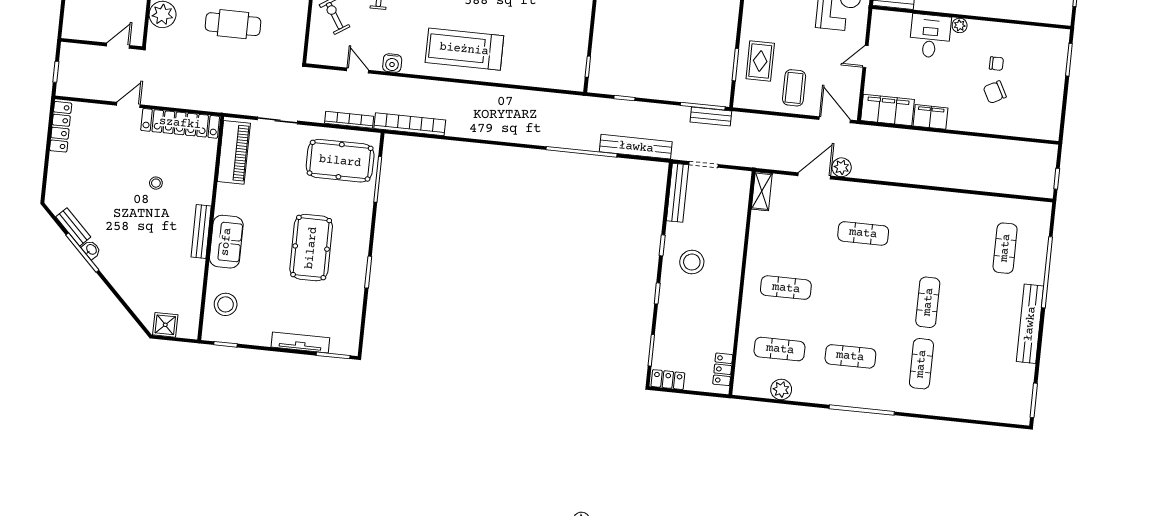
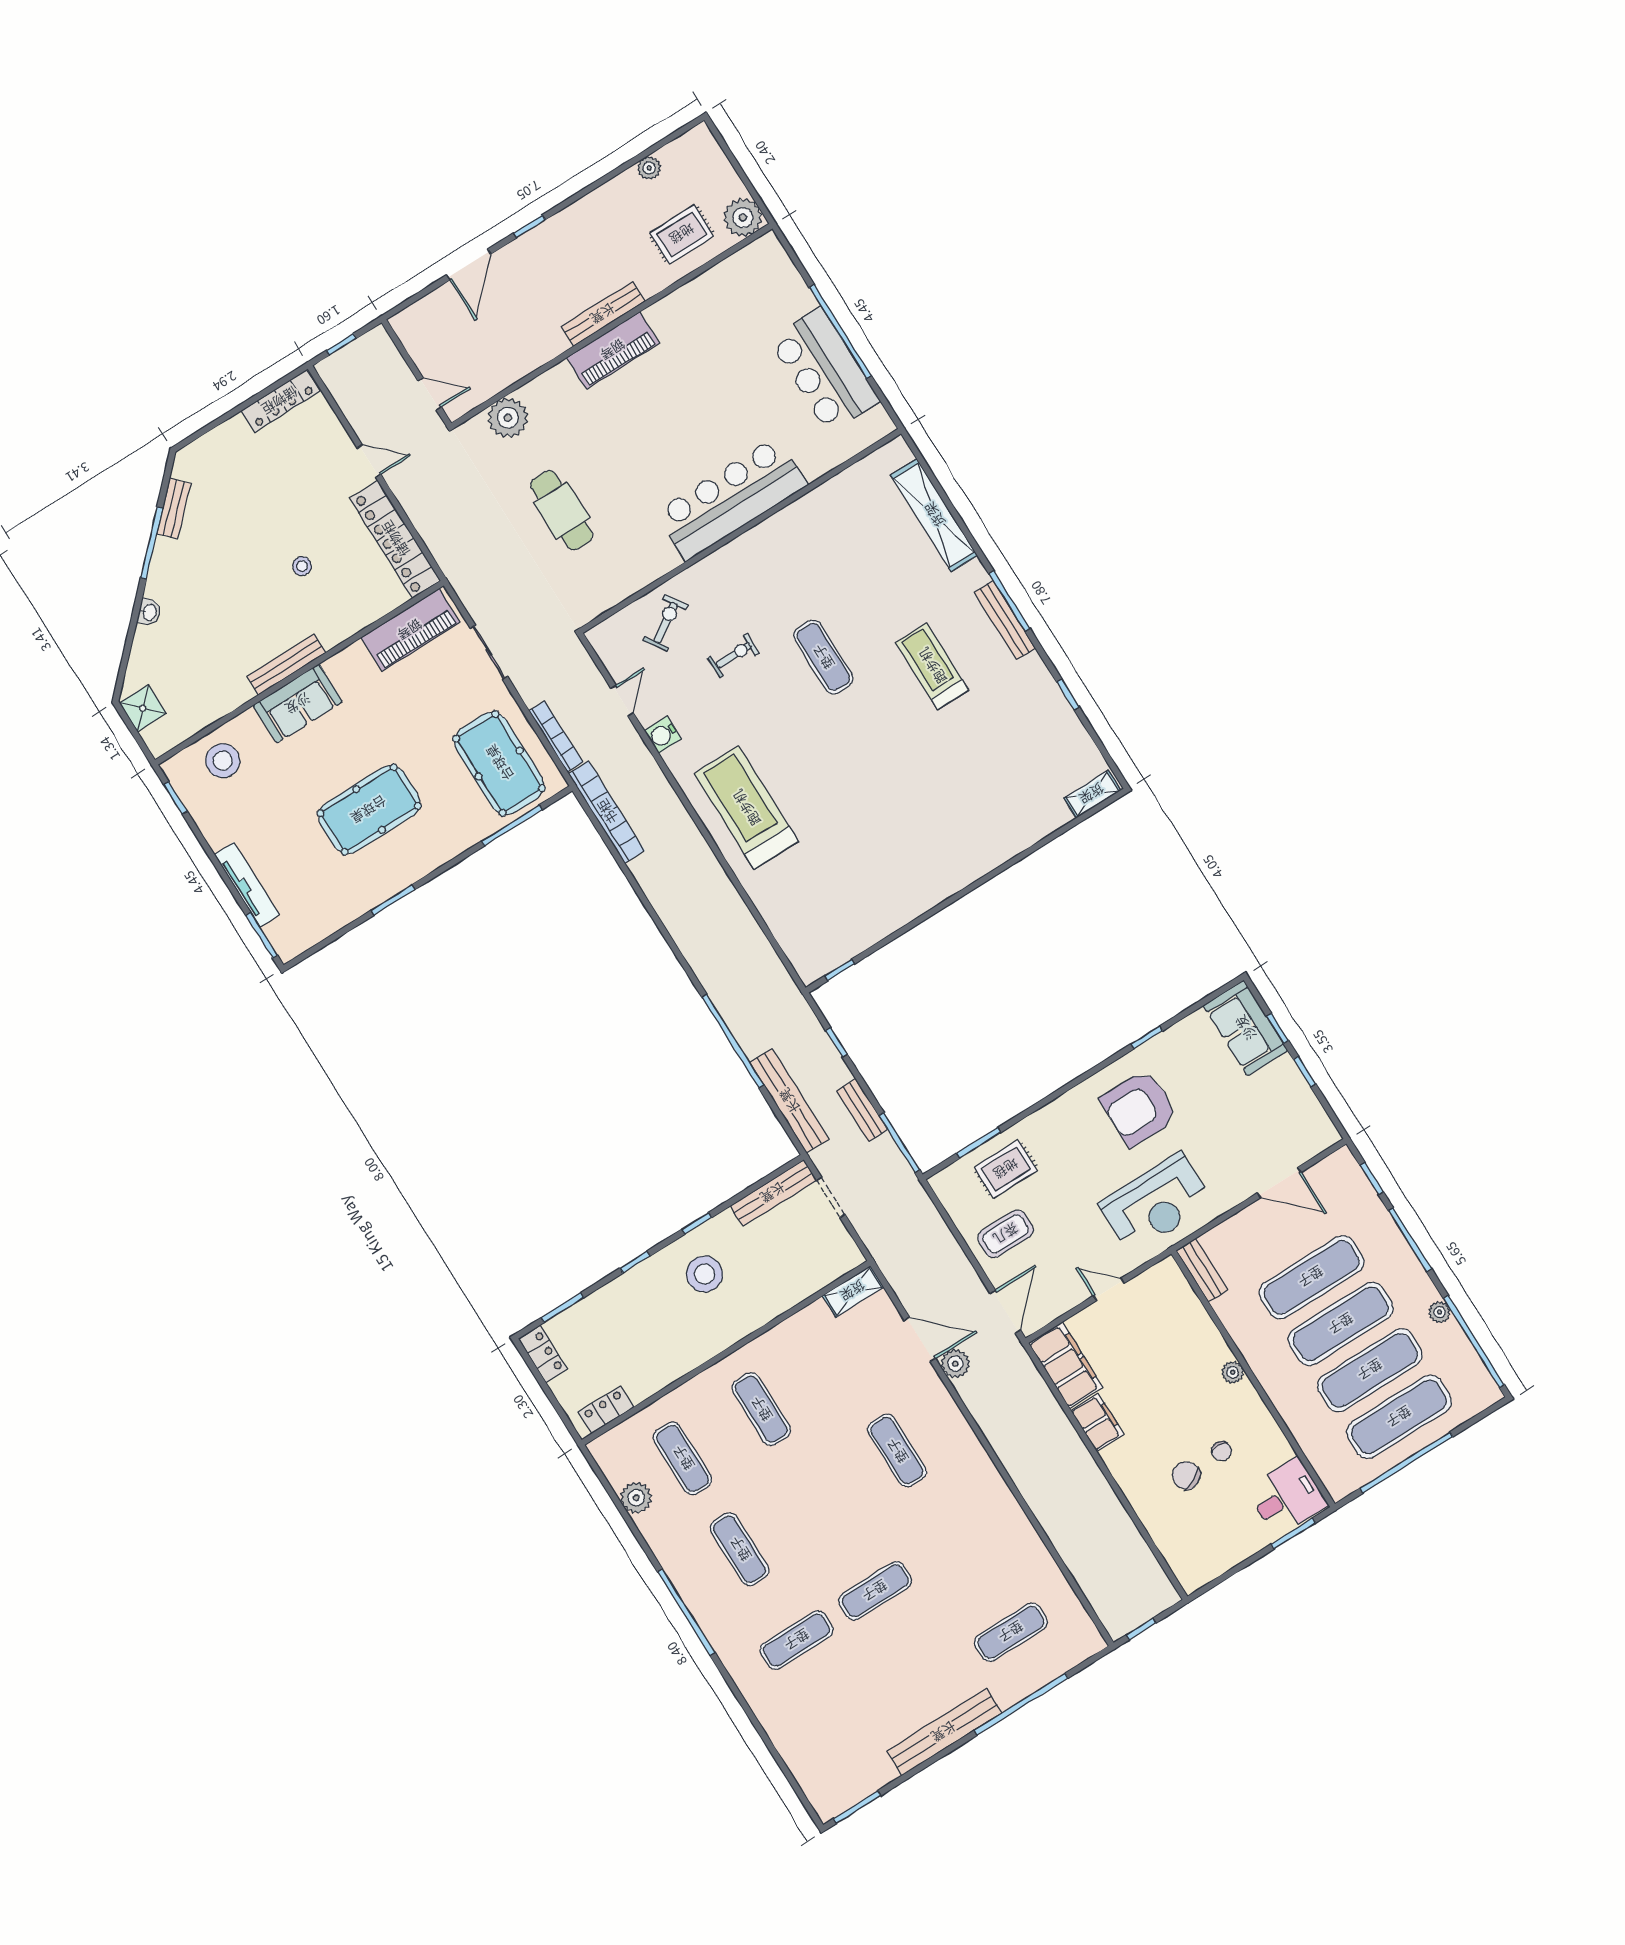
desk: (930, 36) -> (1287, 1497), moved
bench: (711, 116) -> (862, 1110), moved
washbasin: (91, 250) -> (149, 612), moved

